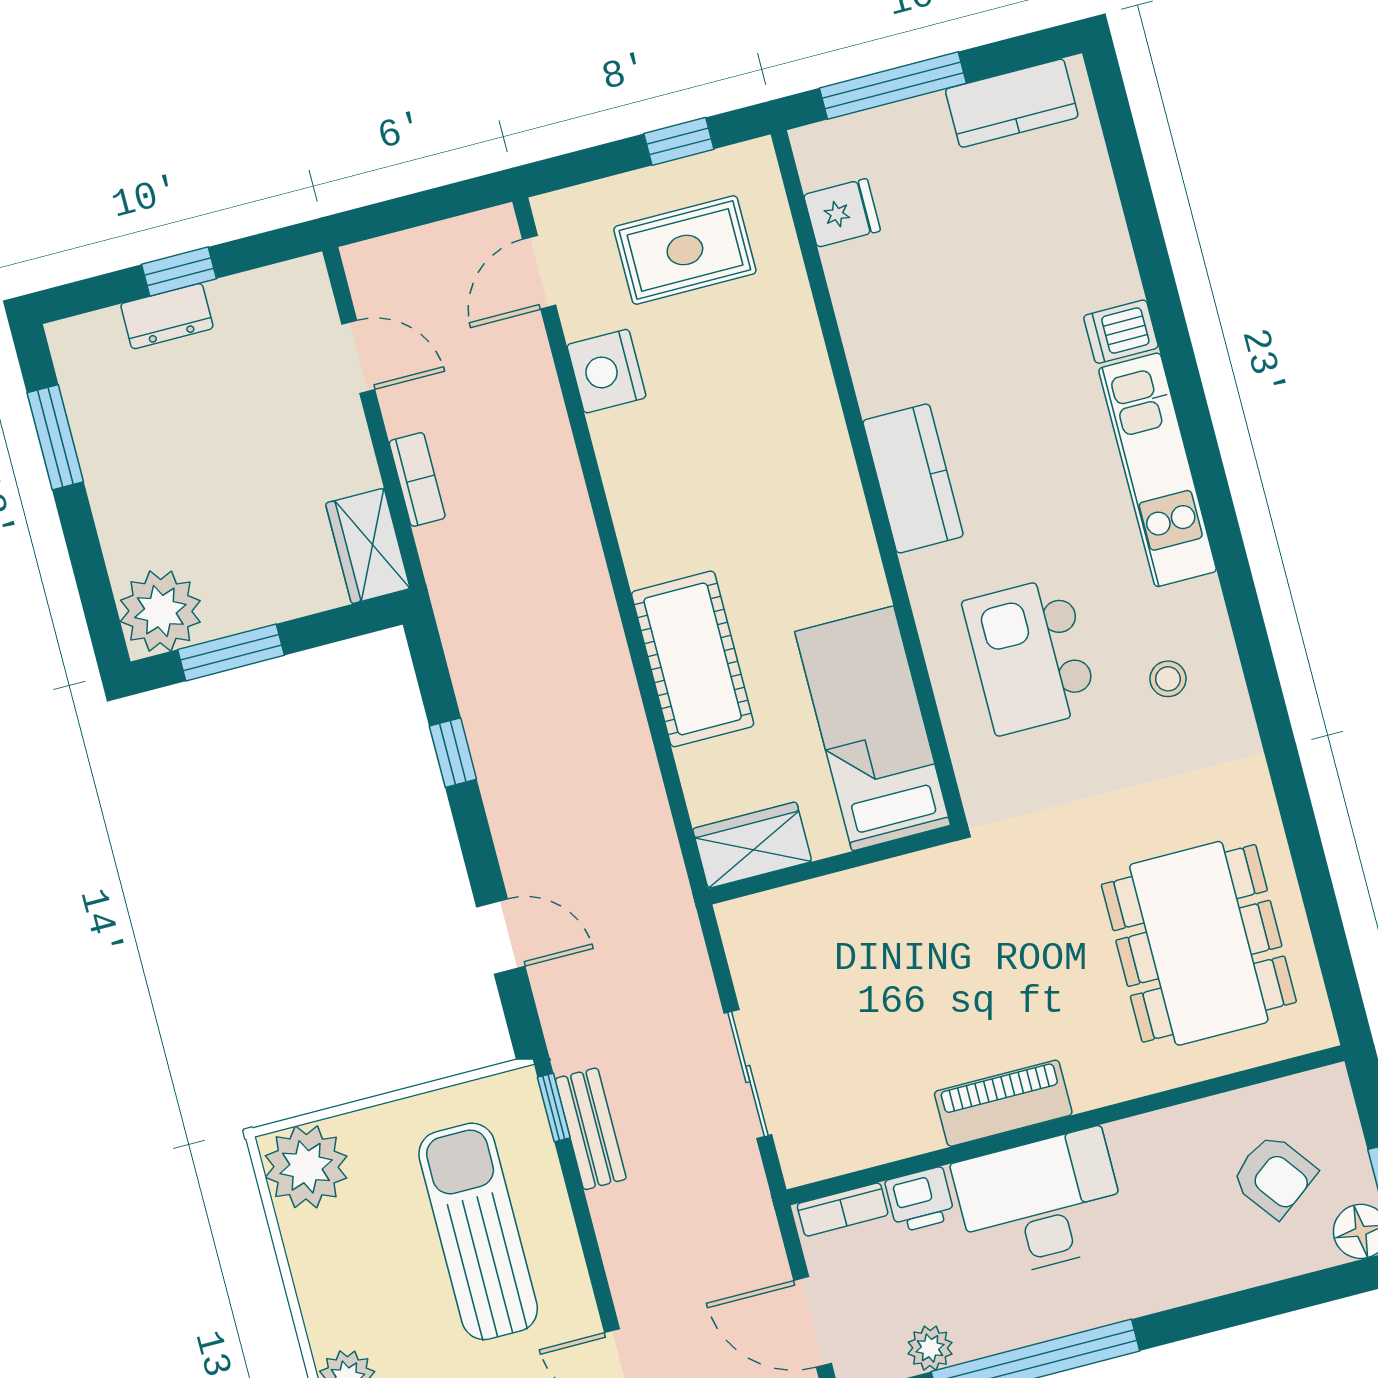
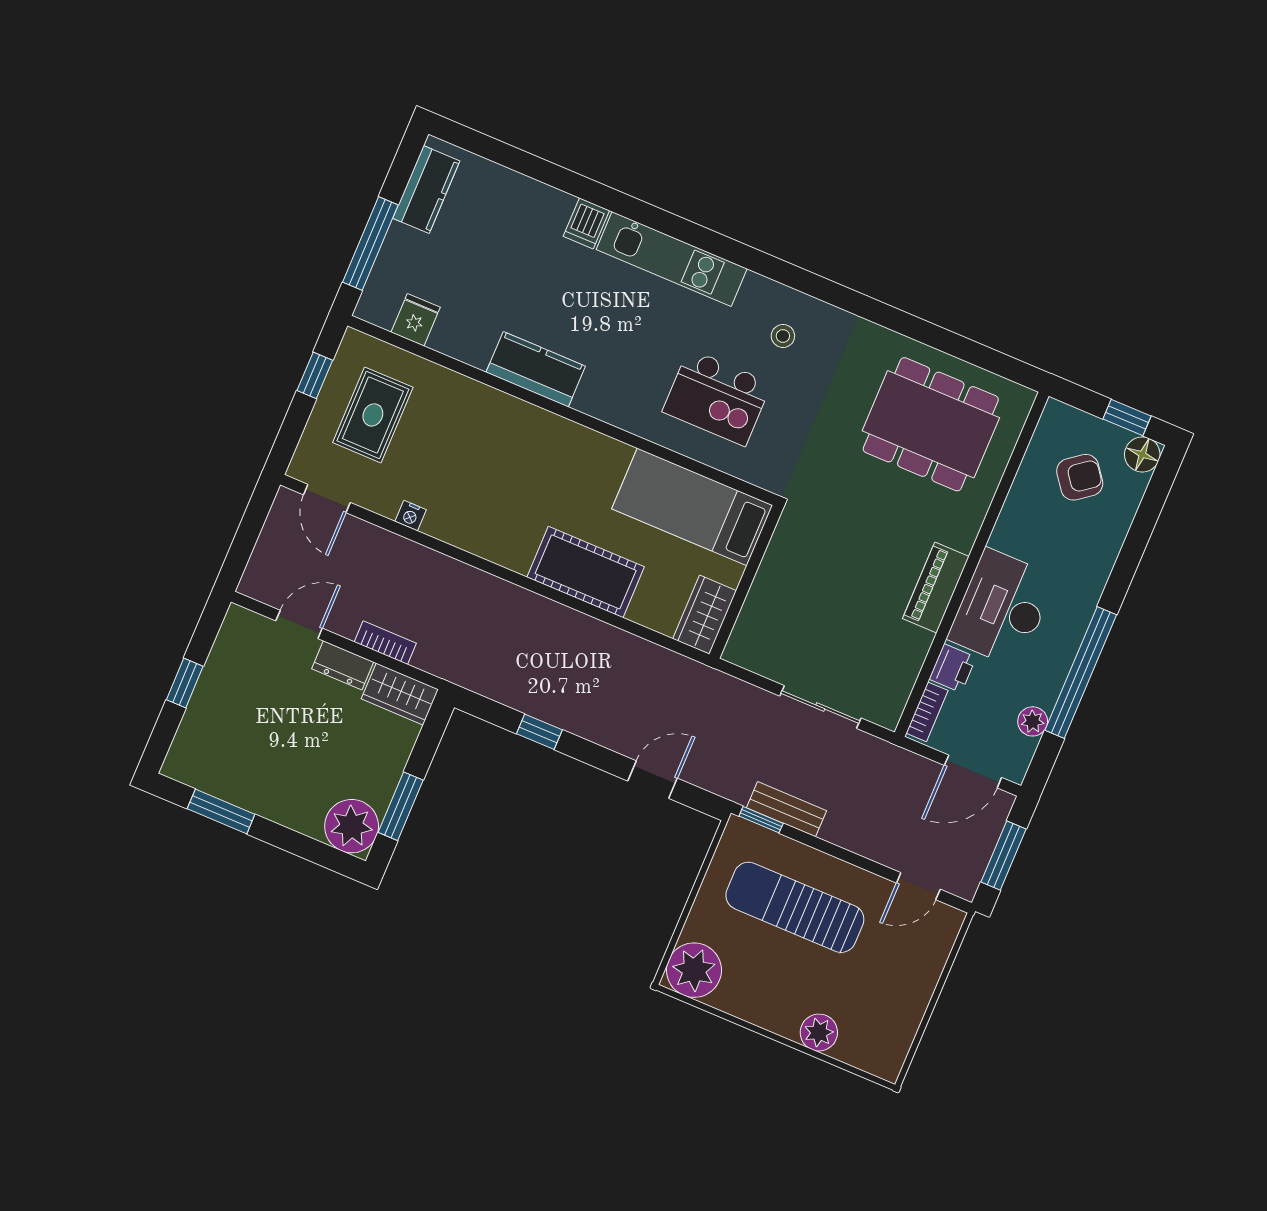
dresser: (167, 316) -> (343, 665), moved, turned 90
nightstand: (607, 371) -> (411, 516), width x0.53, depth x0.56
kitchen counter: (913, 478) -> (536, 369), moved

